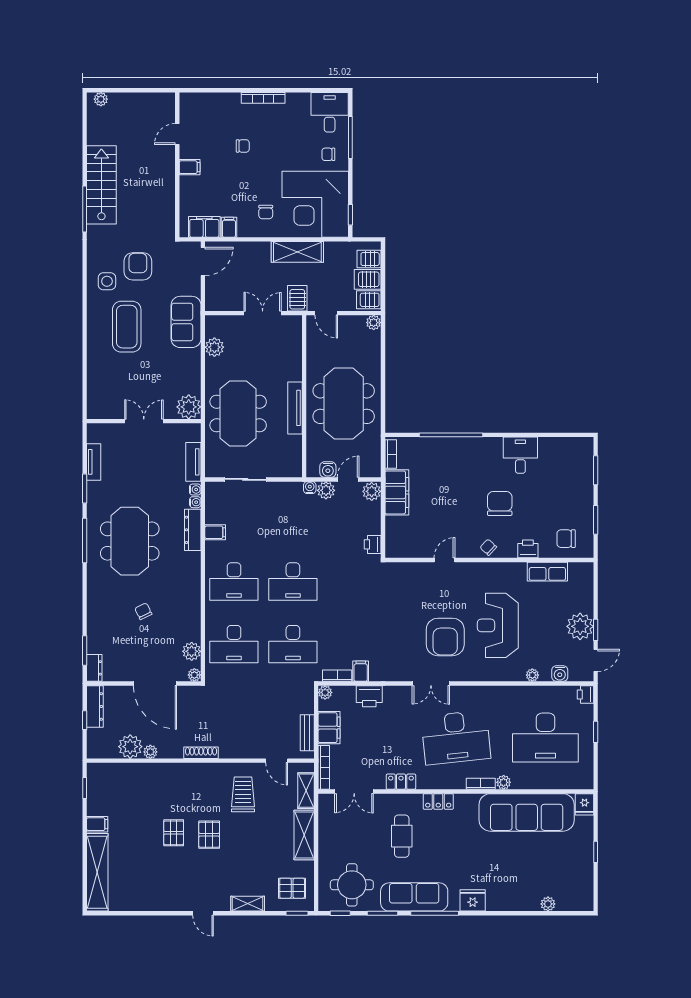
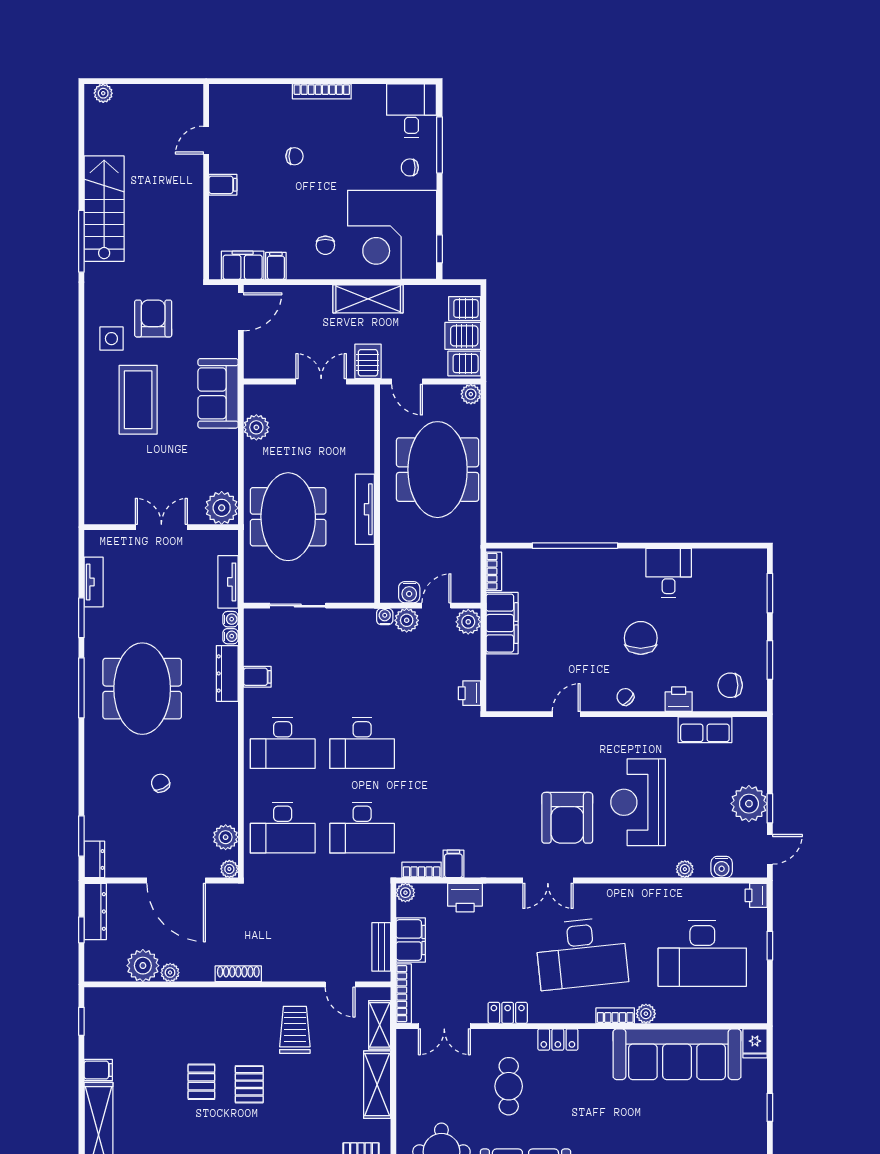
meeting table: (344, 404) -> (438, 470), moved

